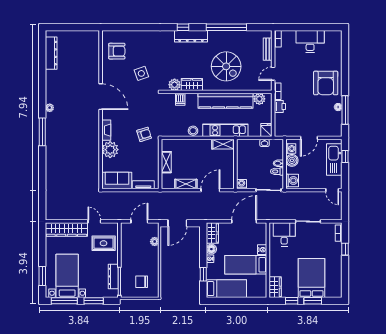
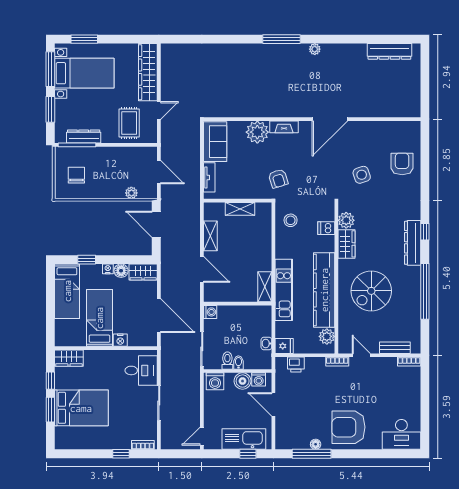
desk: (310, 41) -> (401, 434), moved, turned 90
armchair: (117, 51) -> (402, 164), moved, turned 180
printer: (280, 106) -> (296, 365), moved
stool: (193, 131) -> (291, 220), moved

